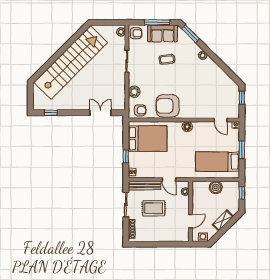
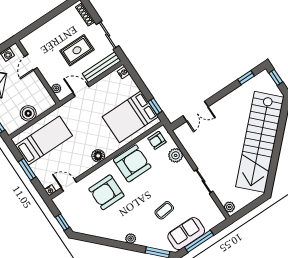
armchair: (136, 33) -> (106, 192), moved, width x1.88, depth x1.88
window: (30, 99) -> (276, 77), added
window: (126, 156) -> (155, 106), moved

